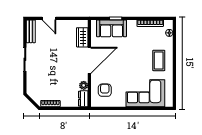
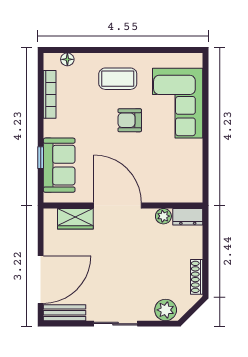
door: (49, 18) -> (41, 280), width x1.88
plant: (32, 87) -> (166, 310), added
armchair: (105, 90) -> (130, 120), moved

